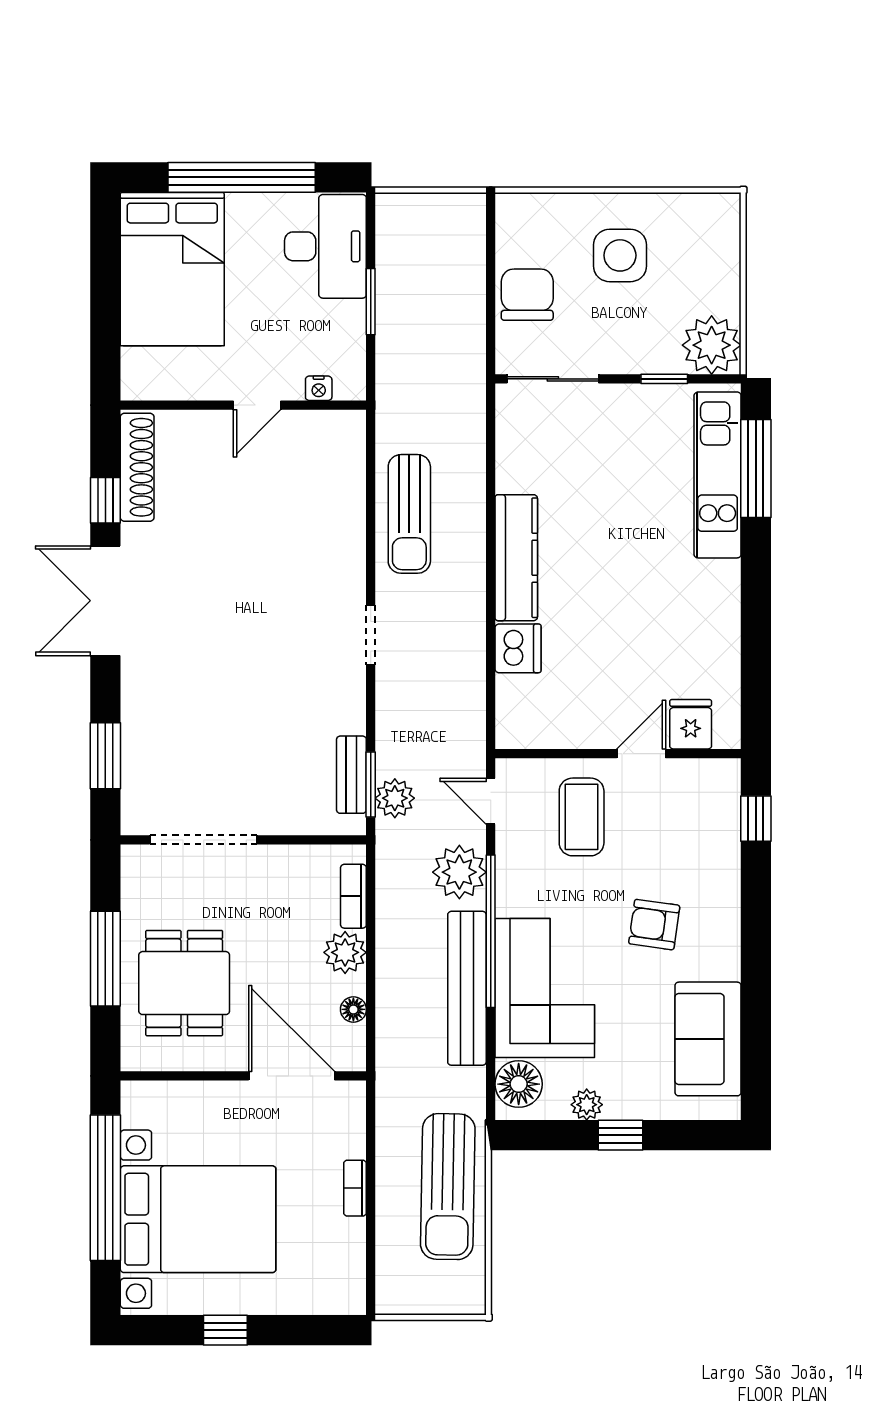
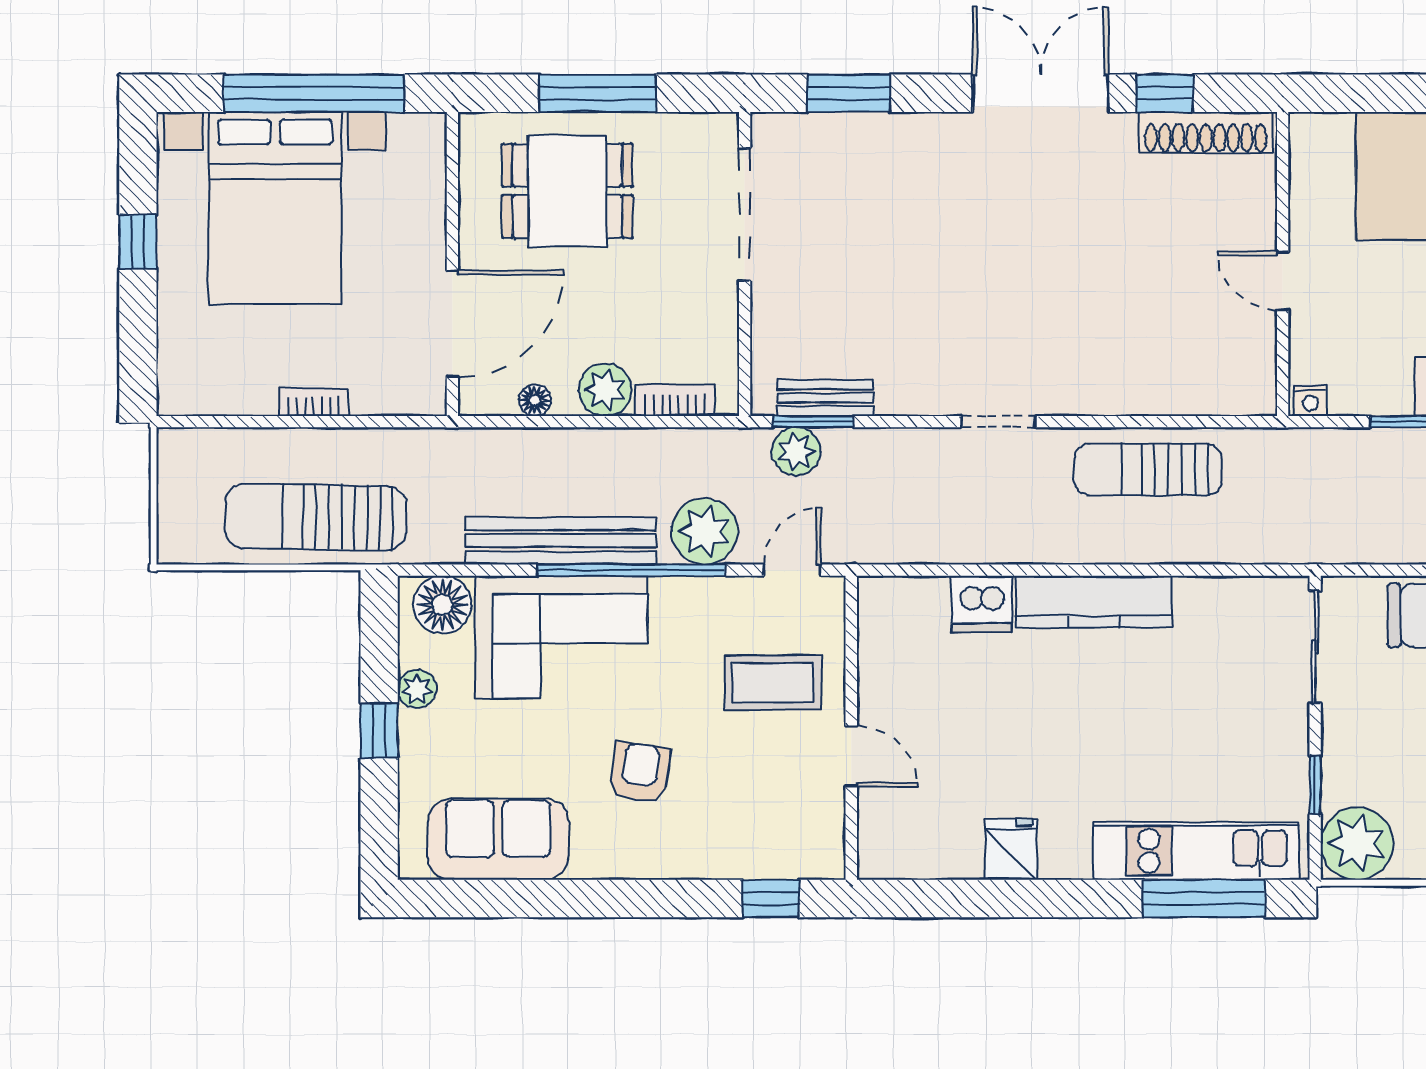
nightstand: (319, 388) -> (1310, 401), moved, turned -90
fridge: (691, 724) -> (1011, 849), moved, turned -90

